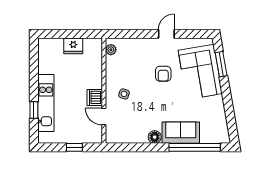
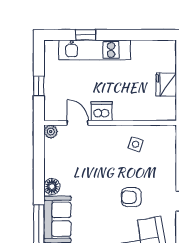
plant: (111, 50) -> (51, 132), moved
side table: (124, 94) -> (136, 144), moved
door: (104, 117) -> (78, 123), hinge flipped

